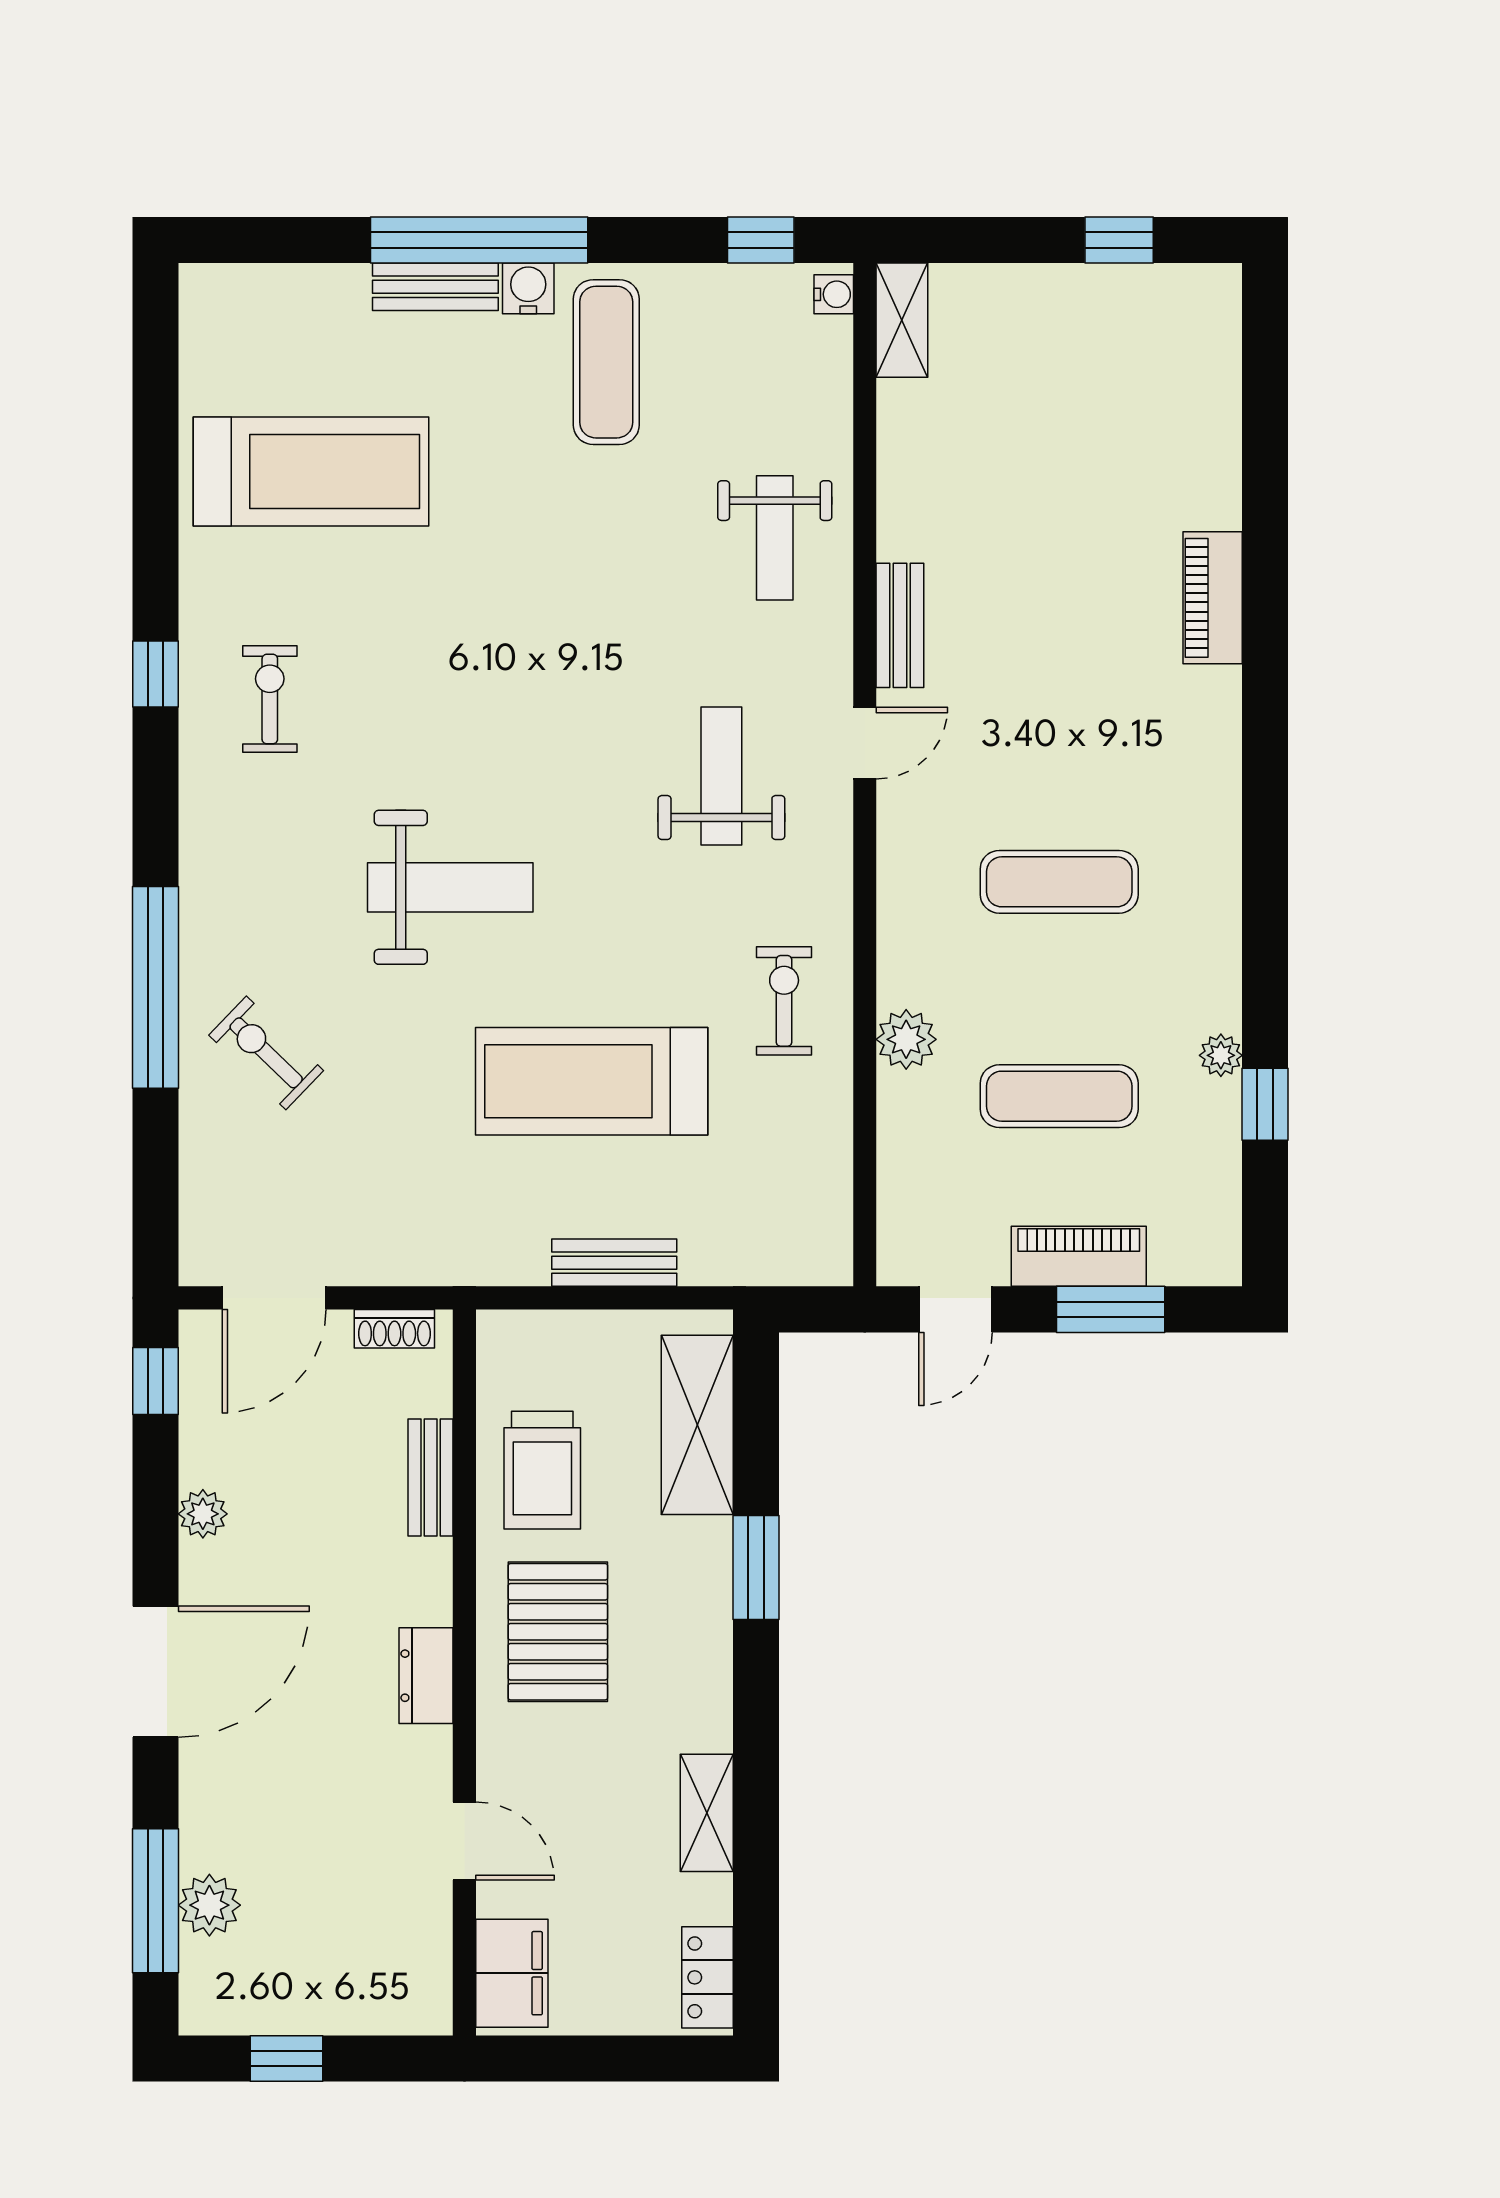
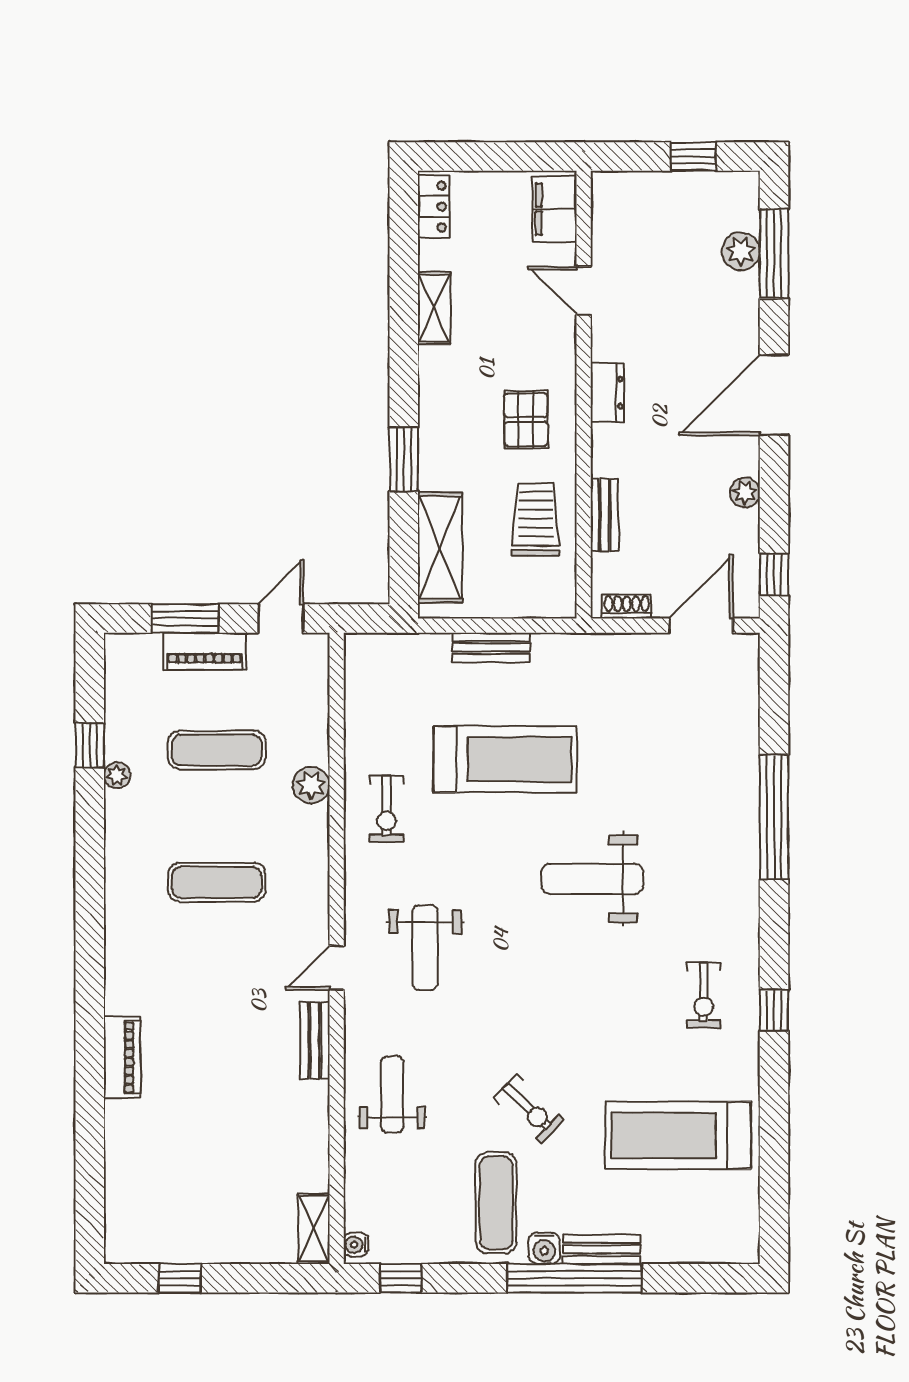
exercise bike: (266, 1053) -> (529, 1109), moved
pallet: (558, 1632) -> (526, 420), width x0.67, depth x0.71

